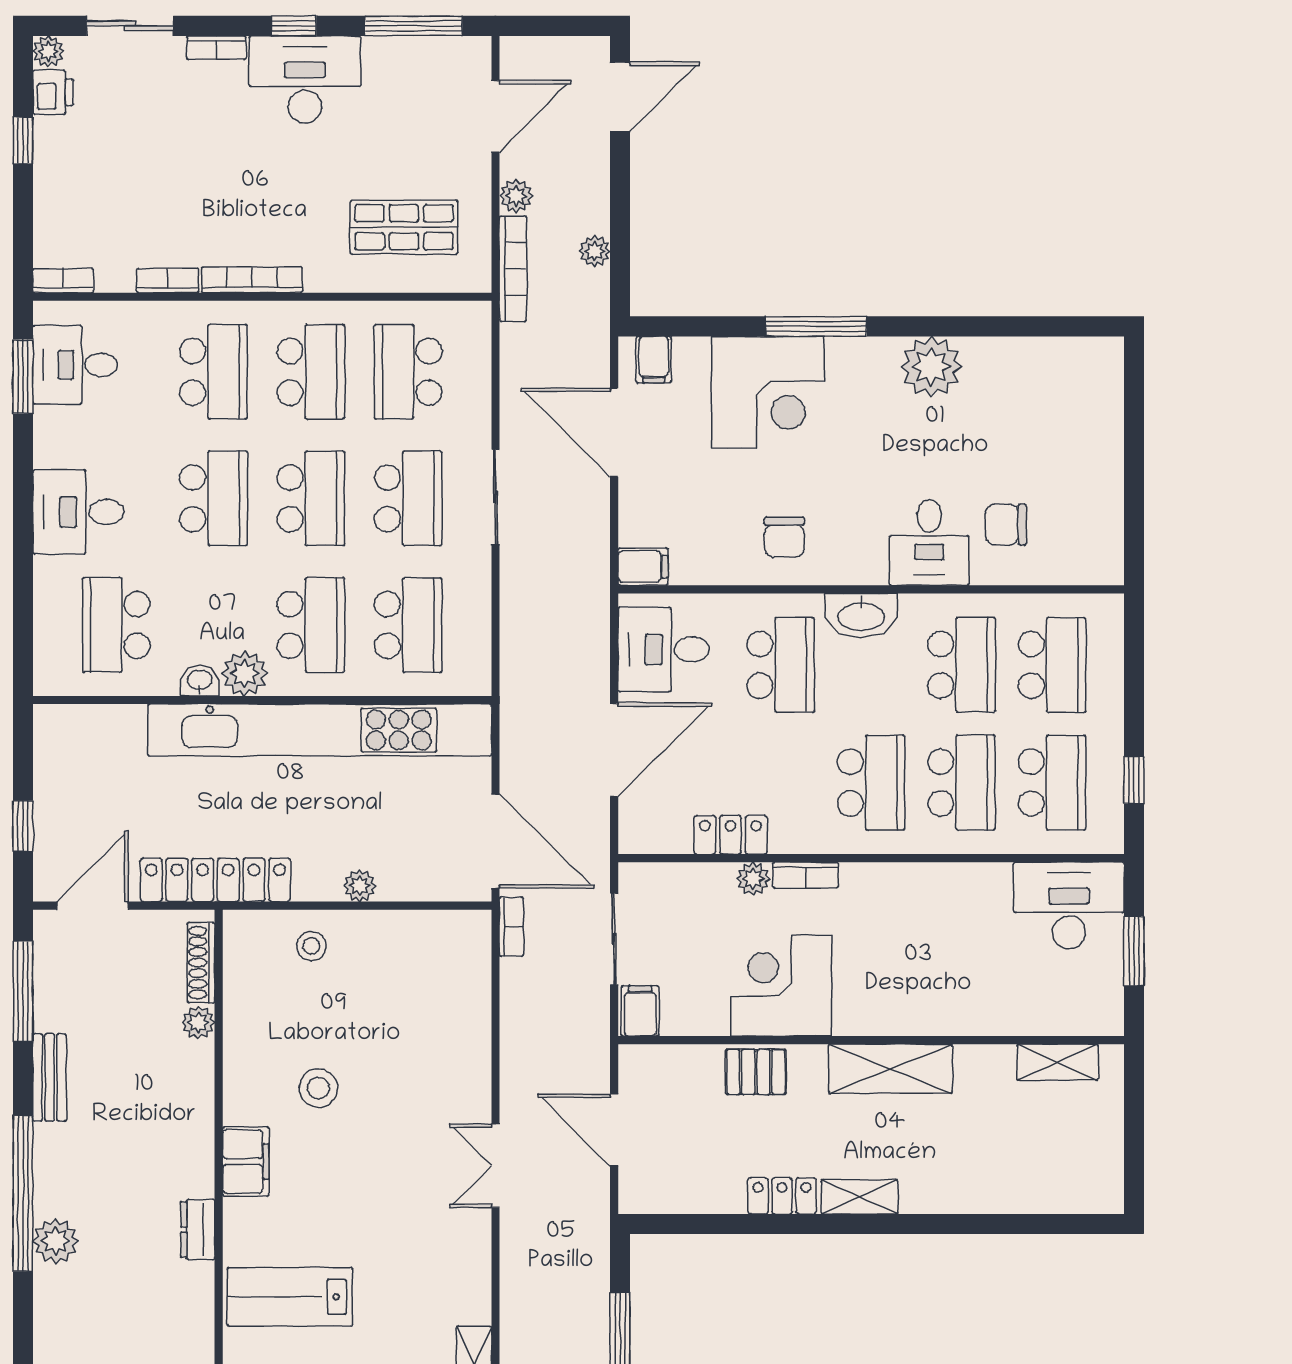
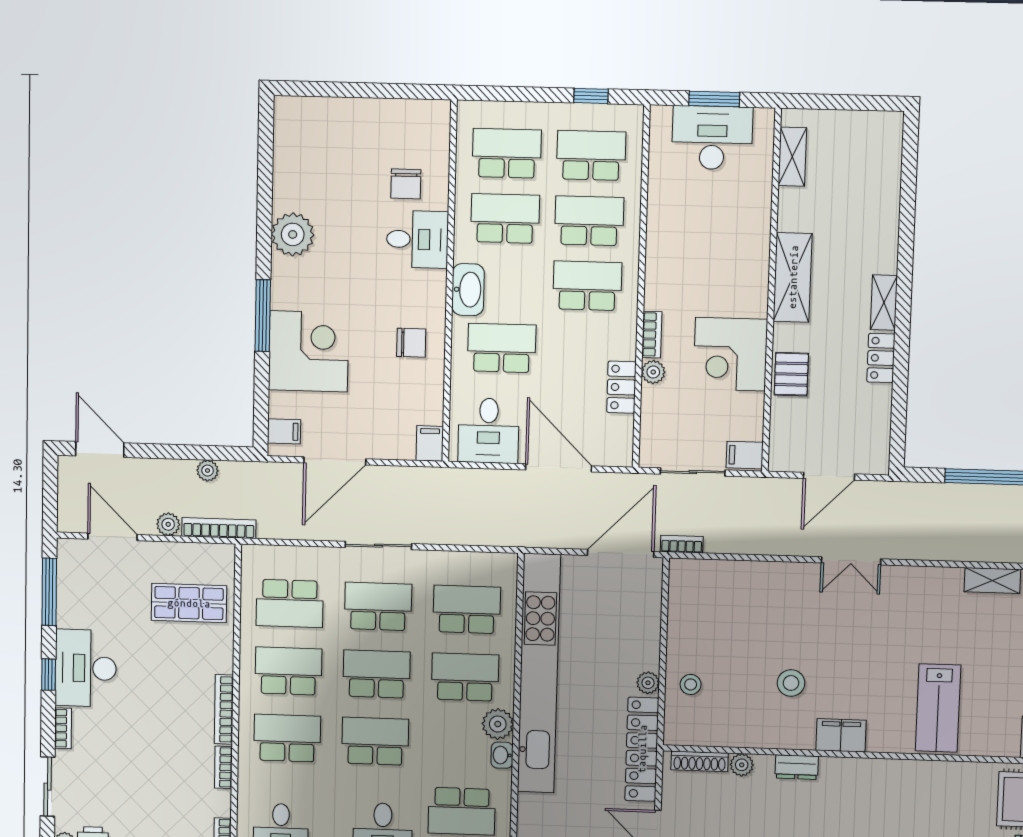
shop shelf: (404, 227) -> (189, 603), turned 90
plant: (360, 886) -> (648, 683), moved
desk: (1069, 906) -> (712, 138), moved, turned 90
dresser: (198, 1230) -> (797, 767), moved

